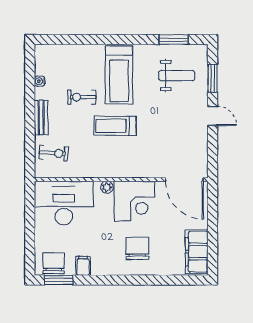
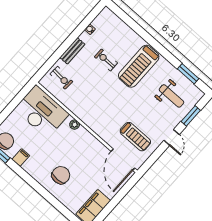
treadmill: (115, 126) -> (135, 137), moved, turned 180
corner desk: (134, 201) -> (83, 147), removed

